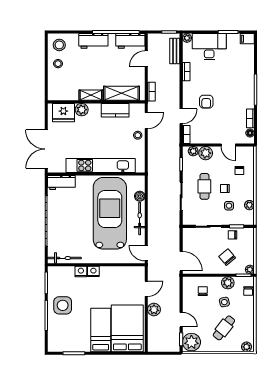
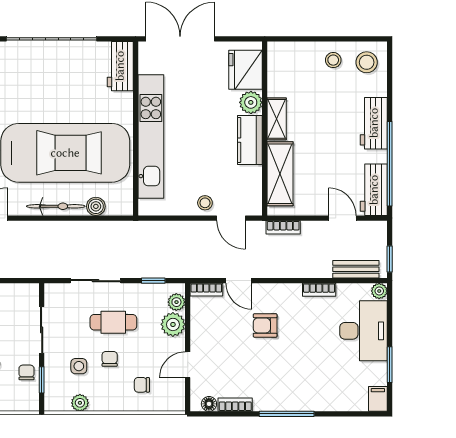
kitchen counter: (115, 110) -> (250, 140), moved

